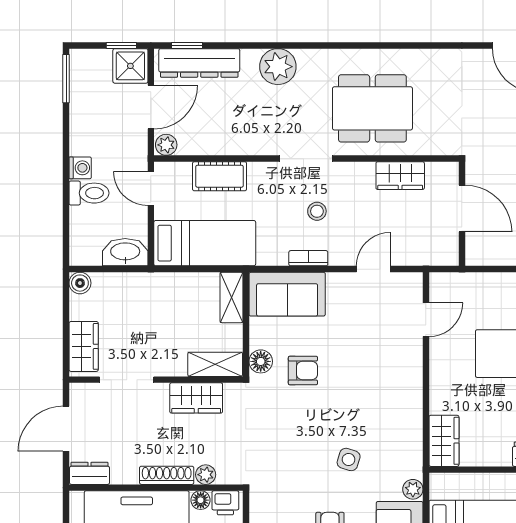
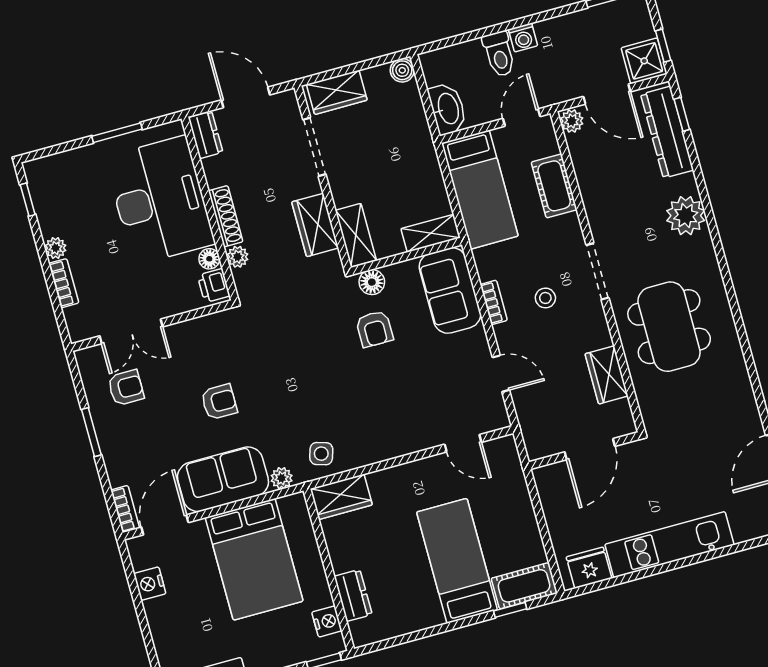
side table: (349, 459) -> (321, 454), moved

